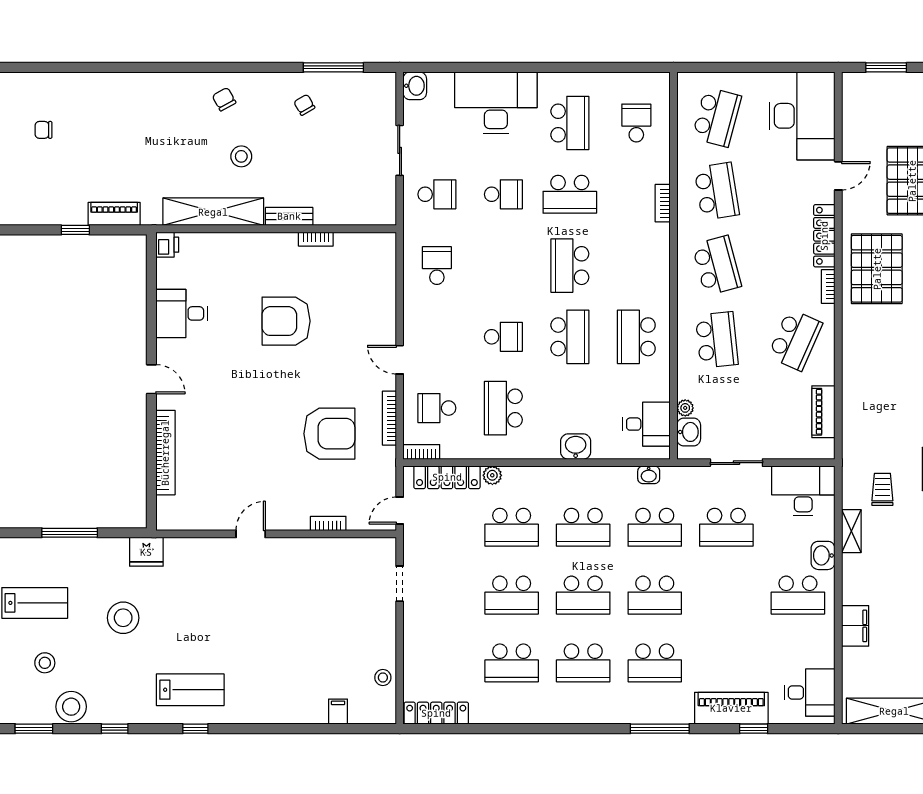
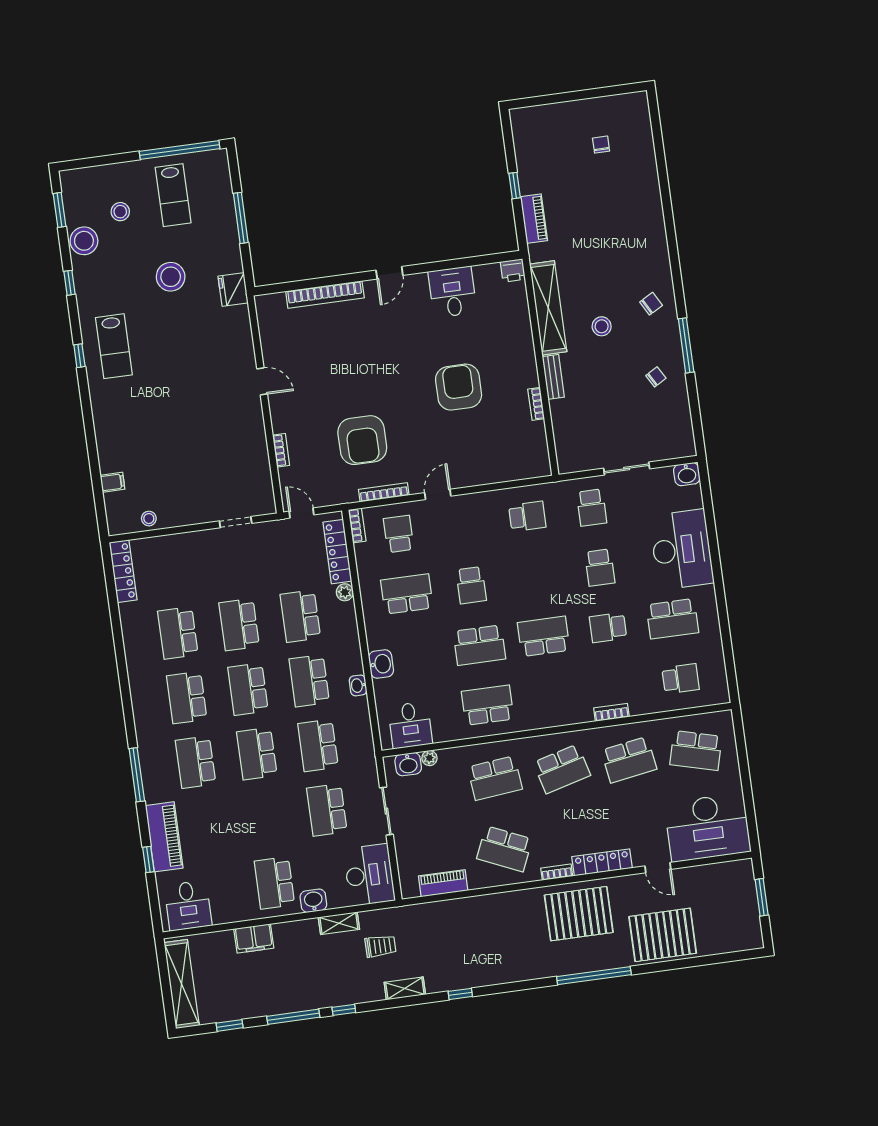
window: (333, 67) -> (686, 345), moved
school desk: (570, 194) -> (608, 628), width x0.54
washbasin: (649, 475) -> (358, 685), moved

